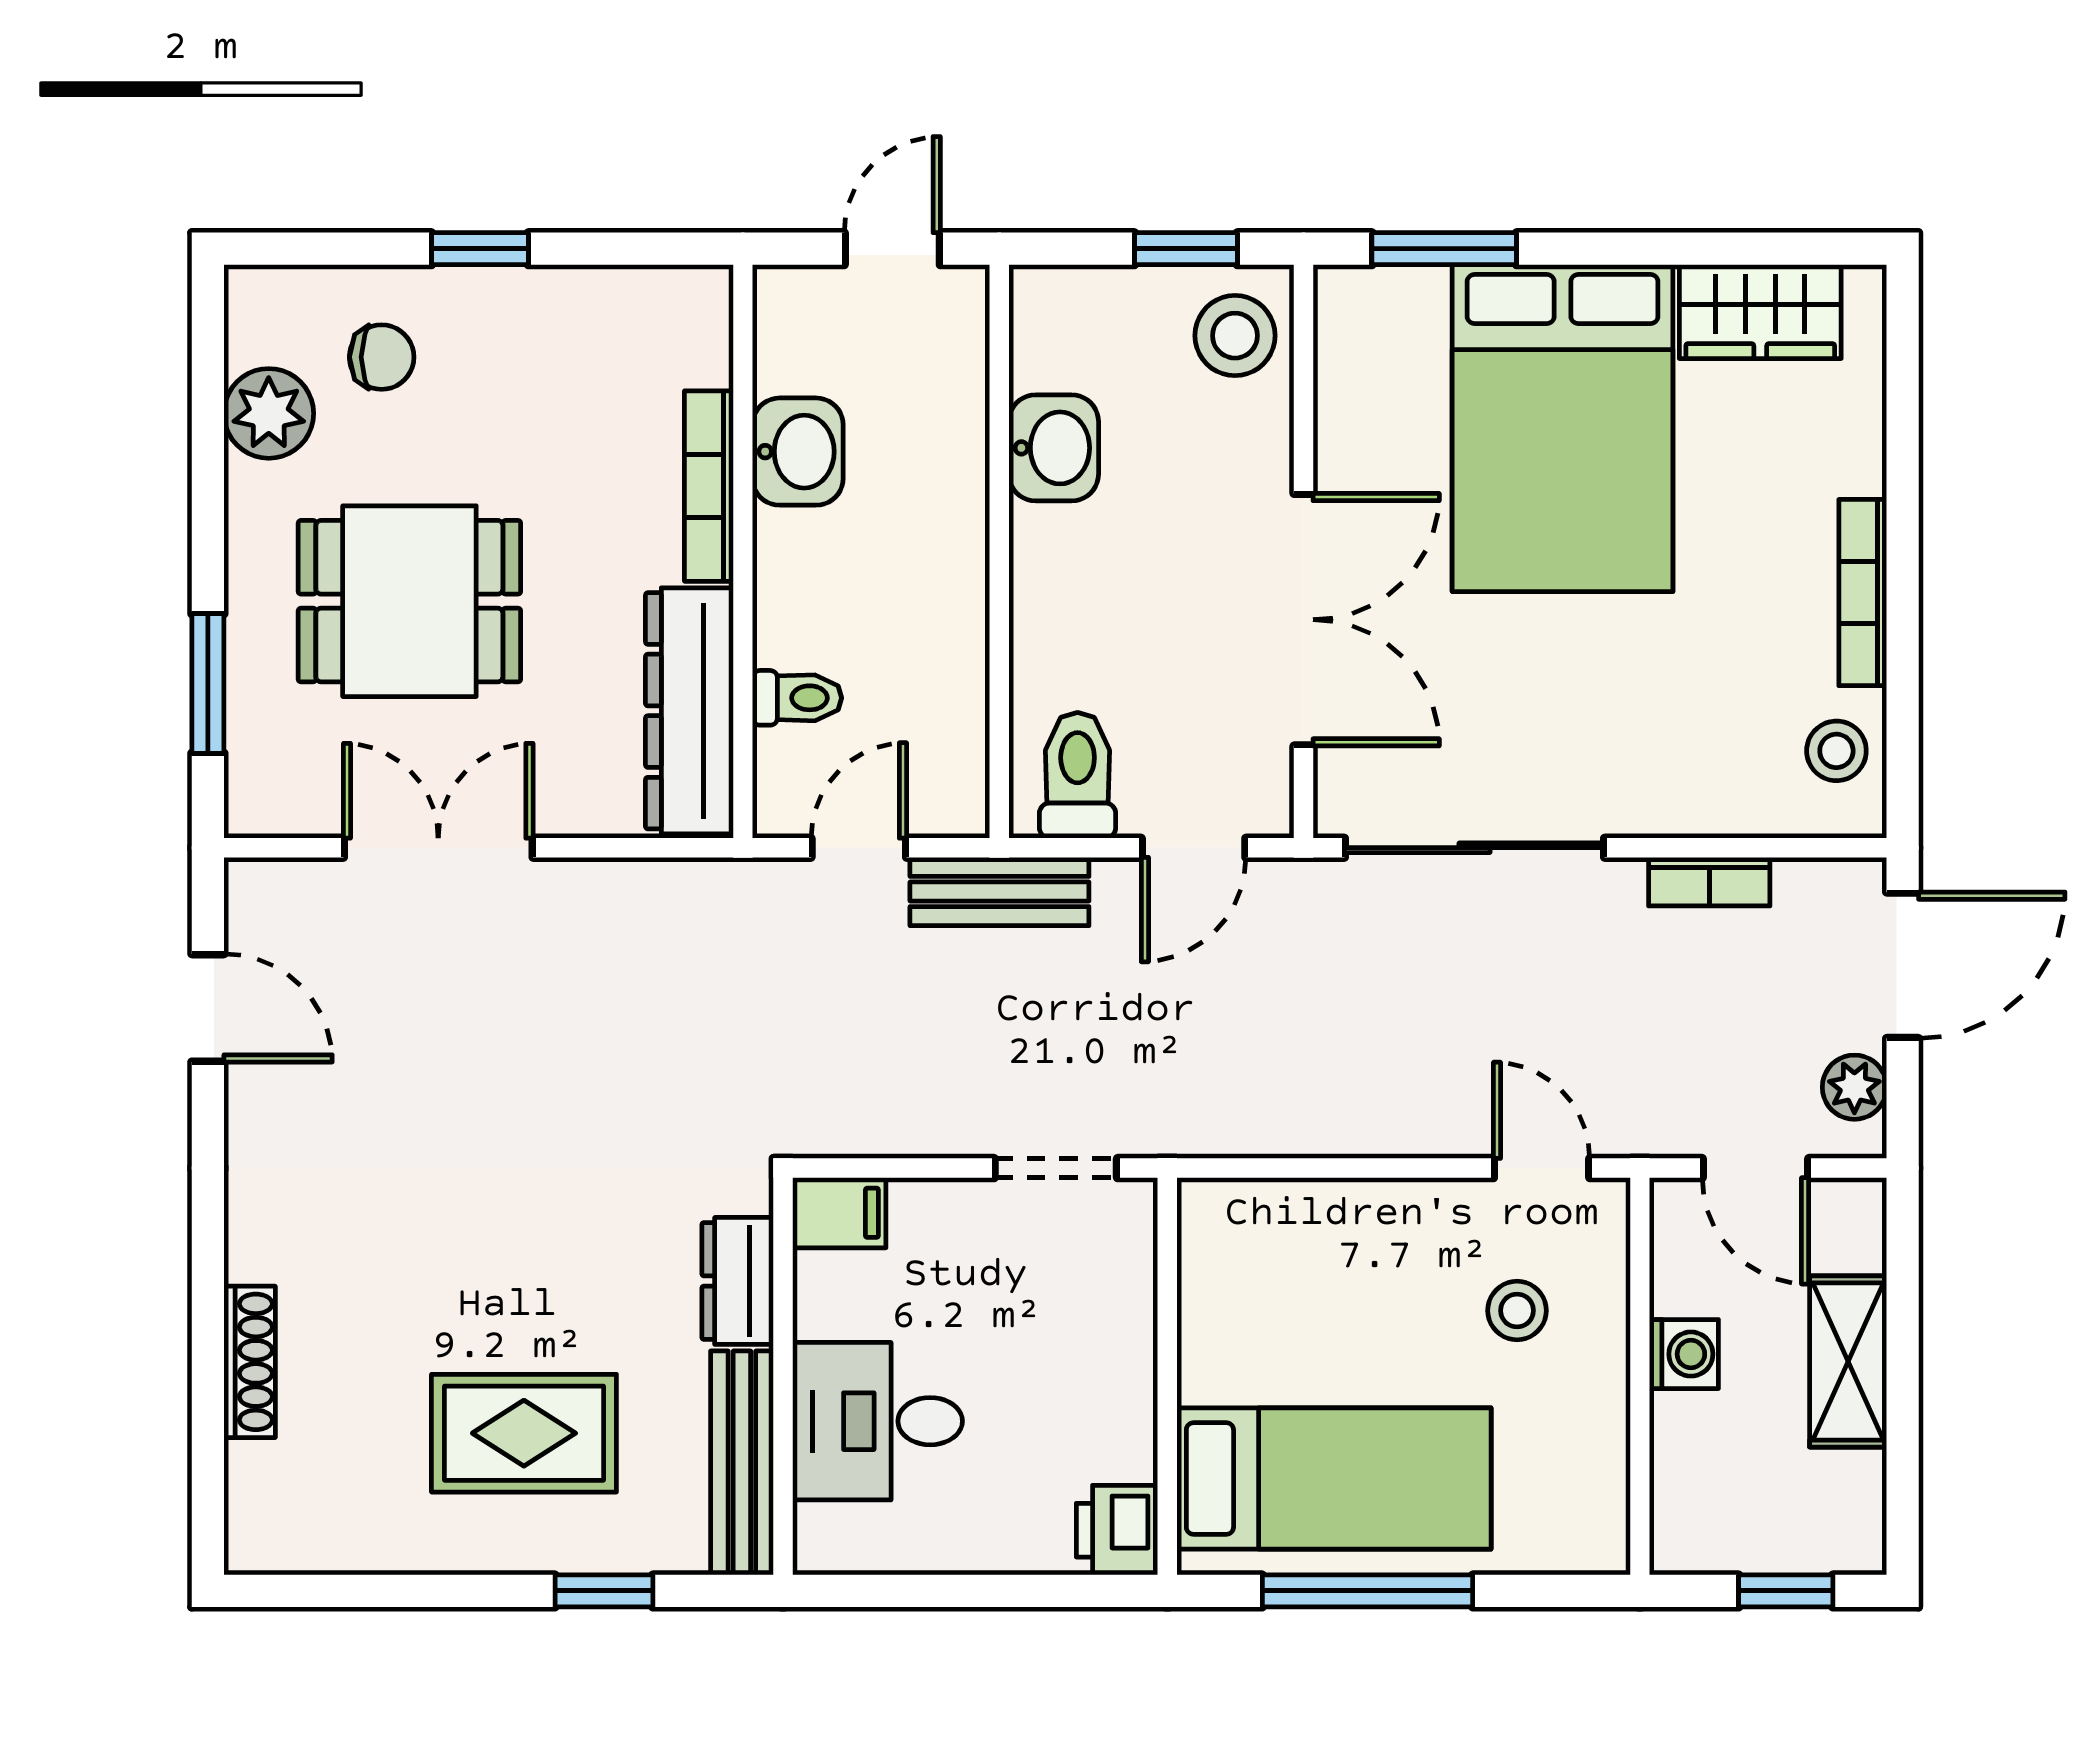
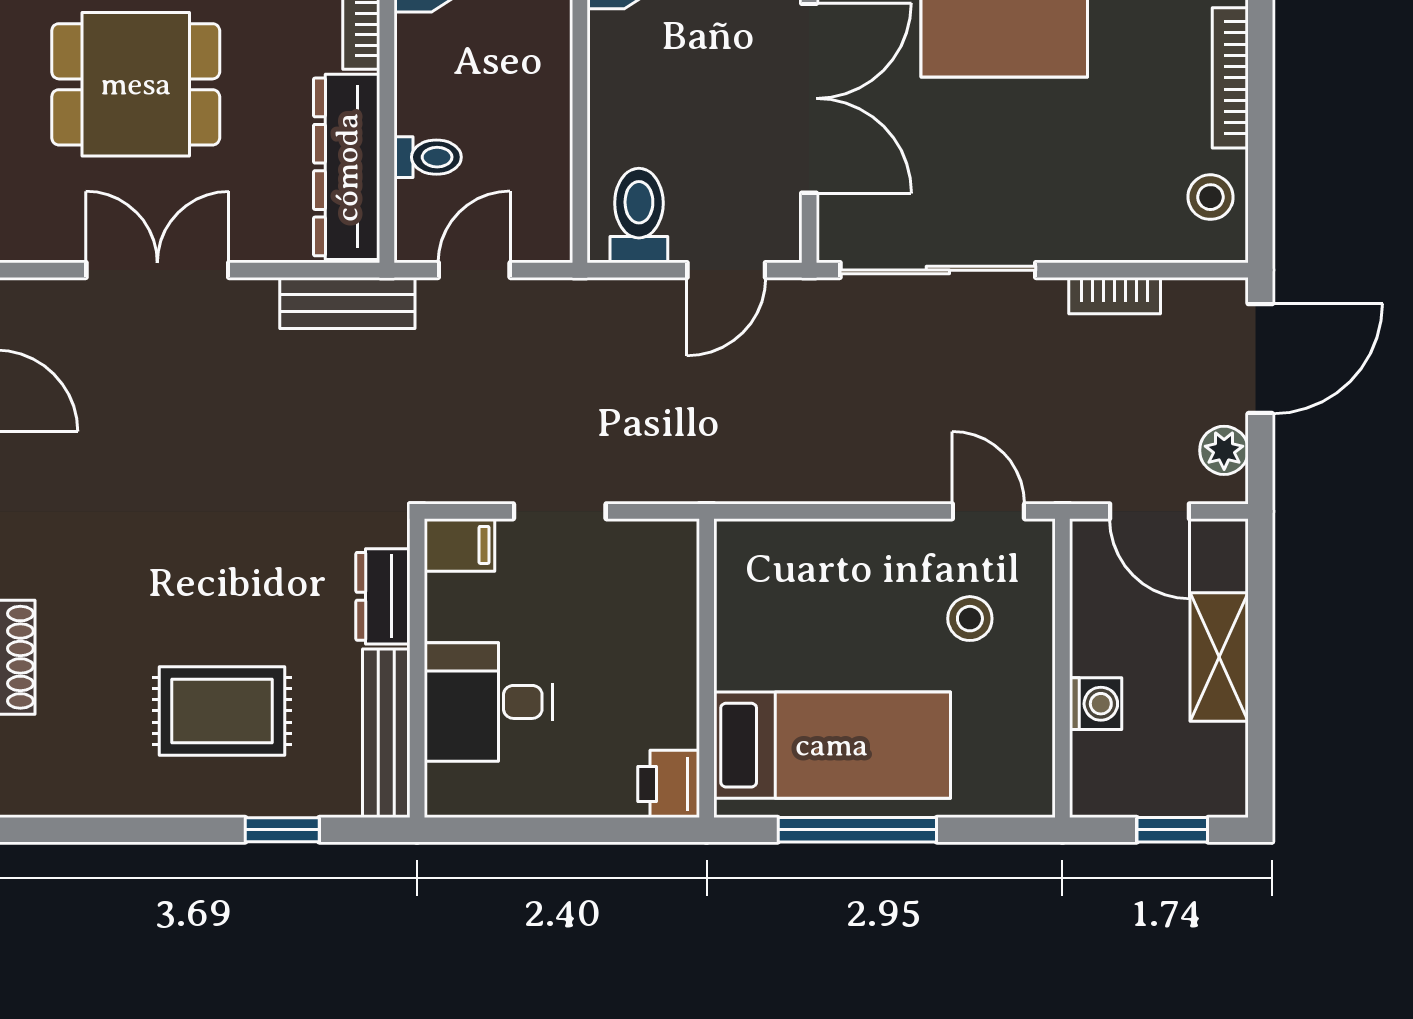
bench: (999, 892) -> (347, 303), moved
doorway: (1056, 1168) -> (560, 511), moved
washing machine: (1684, 1354) -> (1096, 704), moved

